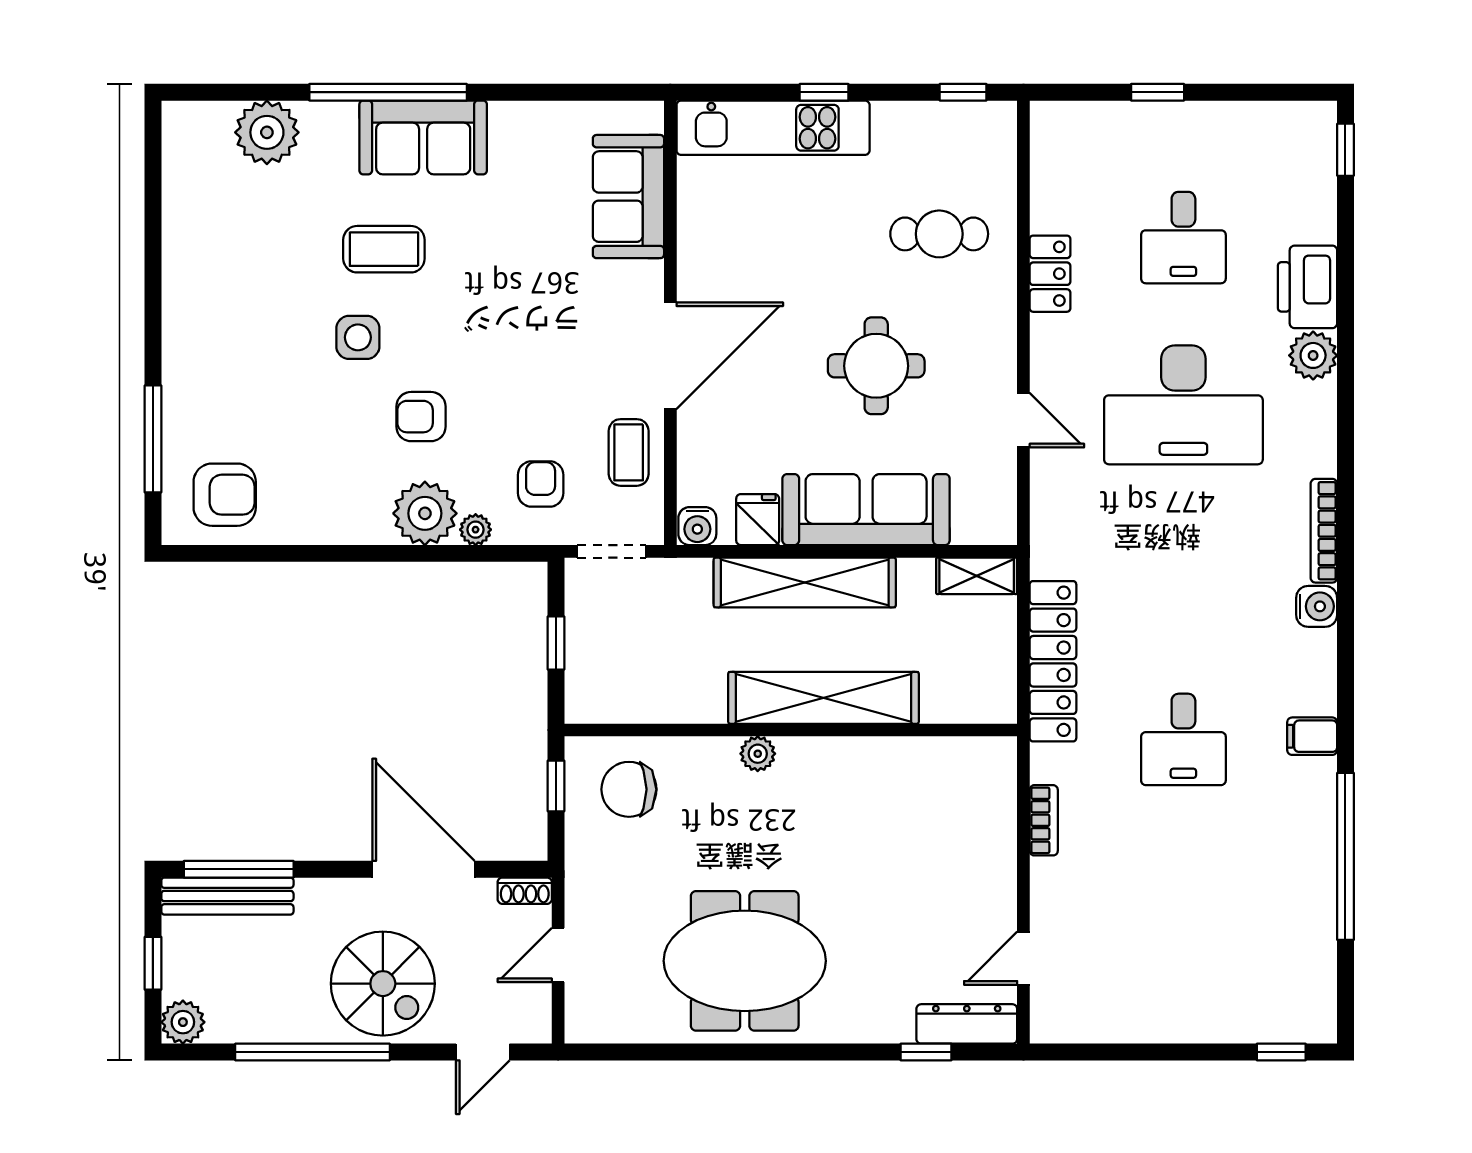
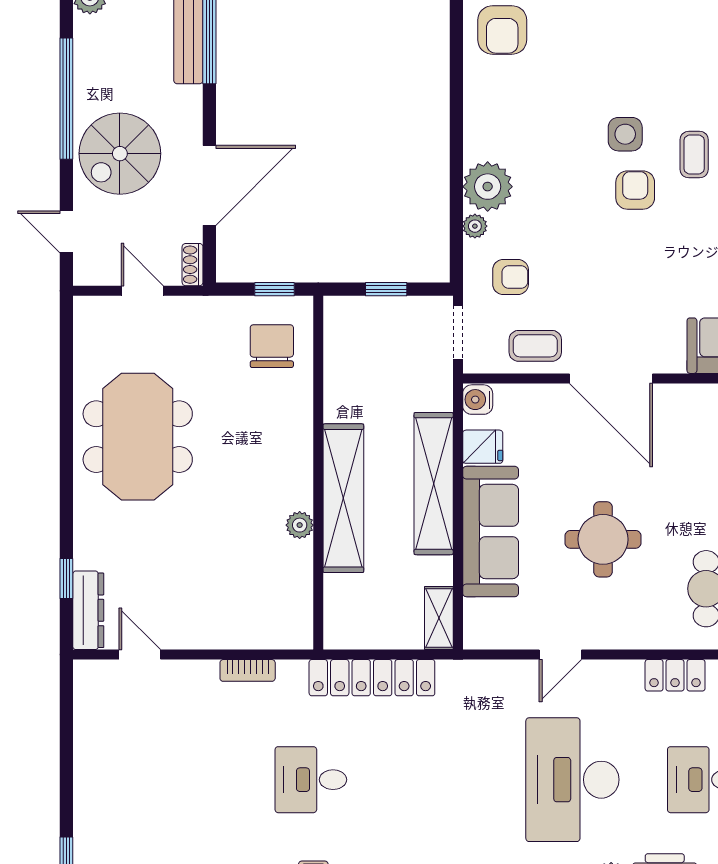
coffee table: (384, 249) -> (694, 155), width x0.73, depth x0.77
armchair: (421, 417) -> (635, 190), moved
plant: (758, 754) -> (300, 525), moved

